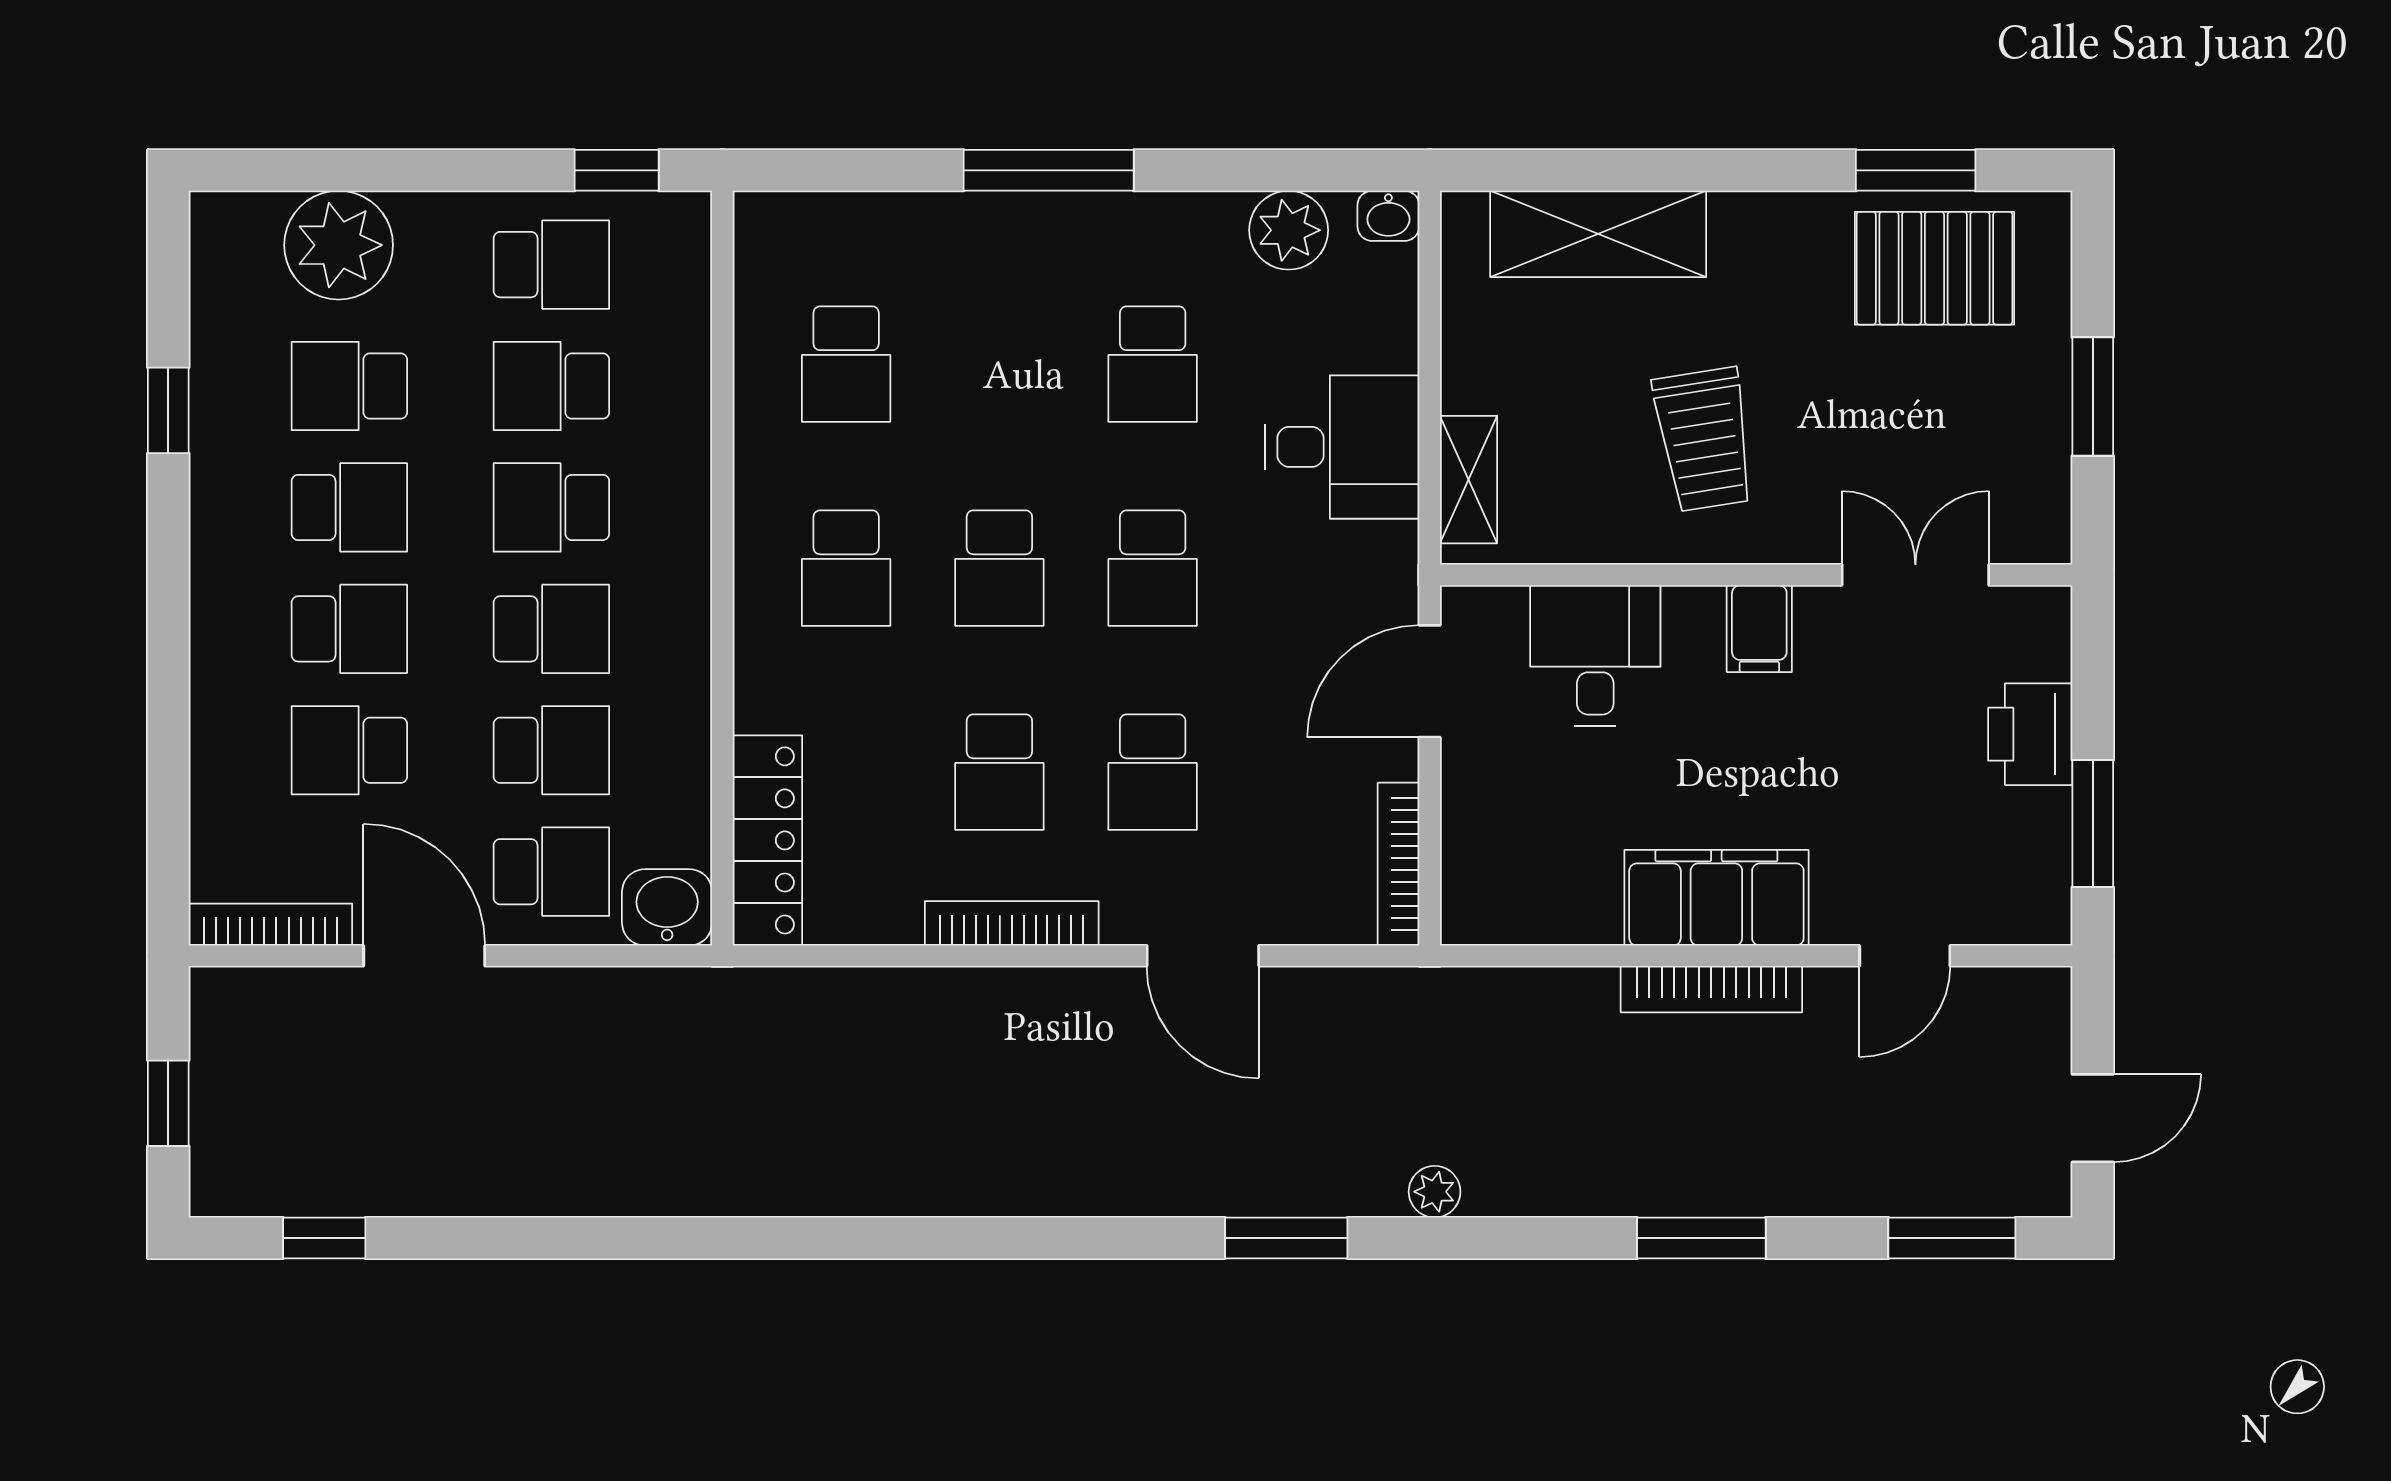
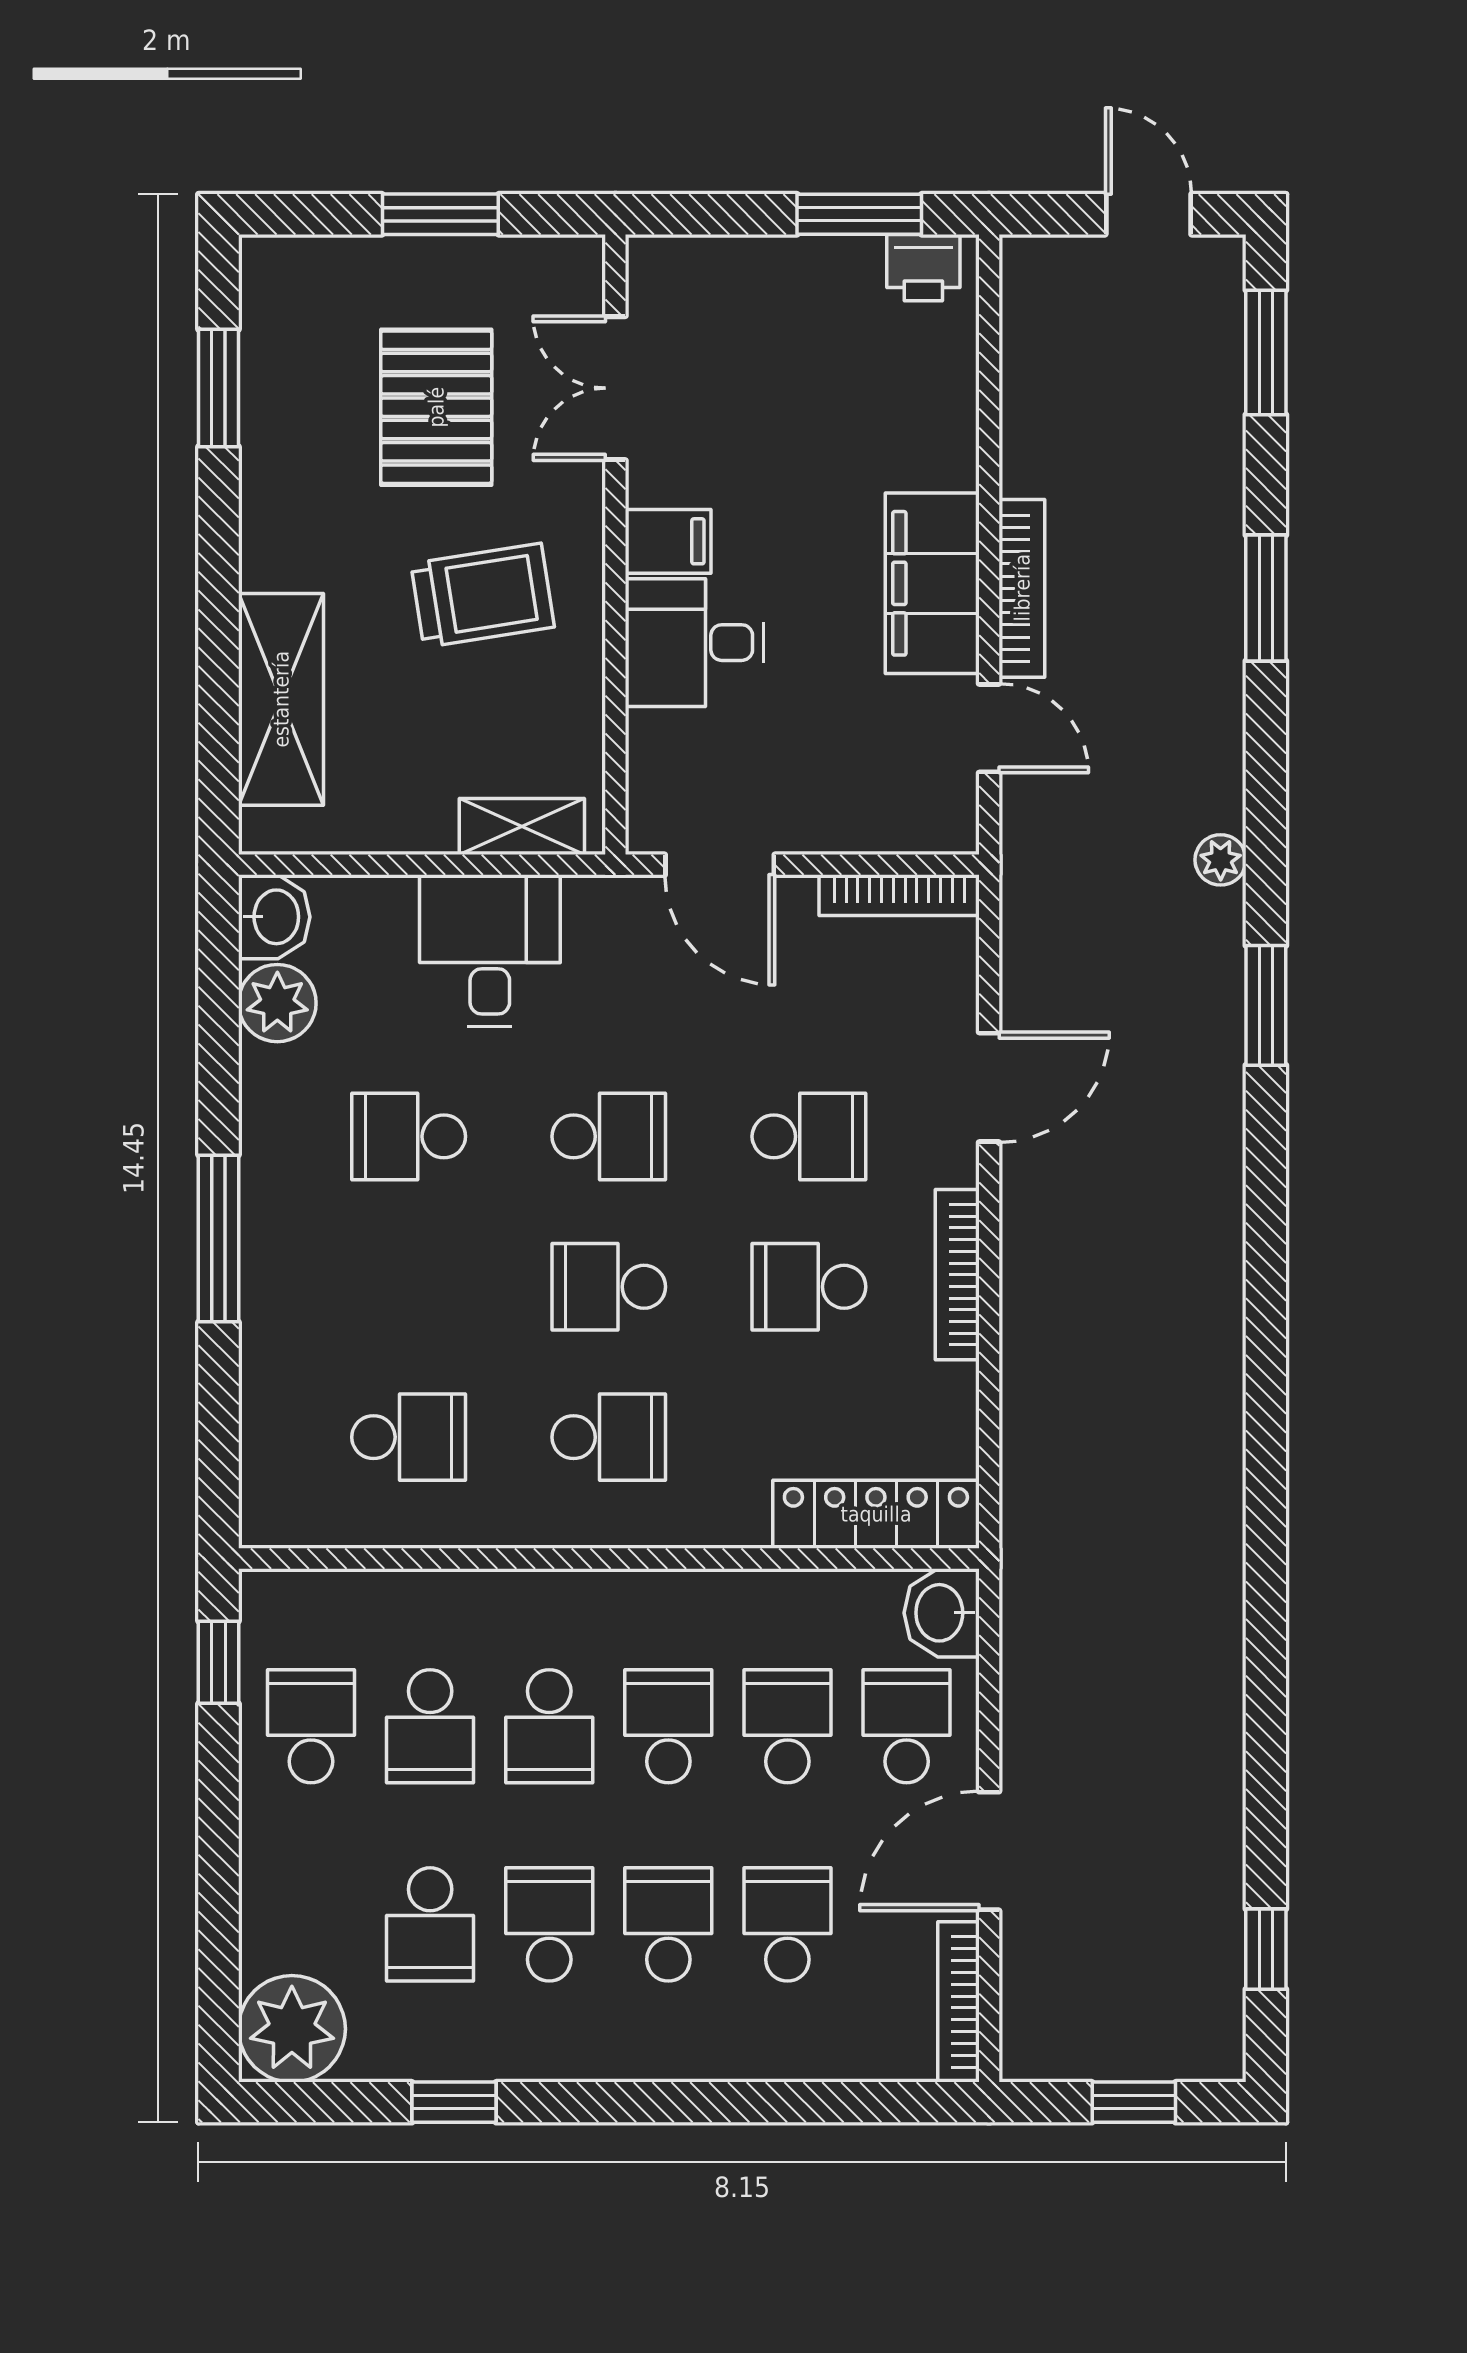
washbasin: (1388, 216) -> (274, 917), width x1.38, depth x1.45
plant: (339, 245) -> (292, 2029), moved
pallet: (1934, 268) -> (436, 407), moved
school desk: (1153, 364) -> (409, 1136), turned 180
school desk: (999, 568) -> (609, 1287), turned 180
desk: (1595, 655) -> (694, 643), moved
printer: (2030, 734) -> (923, 268), moved, width x0.73, depth x0.81
school desk: (349, 750) -> (787, 1924), turned 180
school desk: (999, 772) -> (809, 1287), turned 180
door: (1905, 956) -> (989, 728), moved

